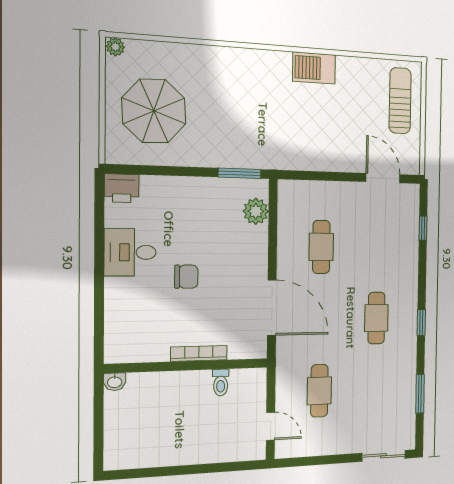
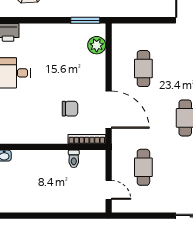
chair: (186, 277) -> (70, 109), moved
bookcase: (199, 353) -> (87, 139), moved

